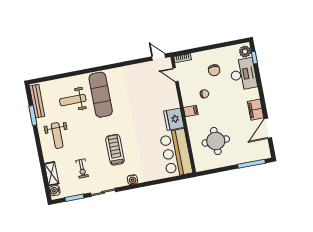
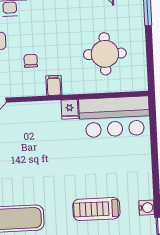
fridge: (174, 119) -> (70, 109), width x0.53, depth x0.75
water cooler: (132, 180) -> (146, 208), moved

